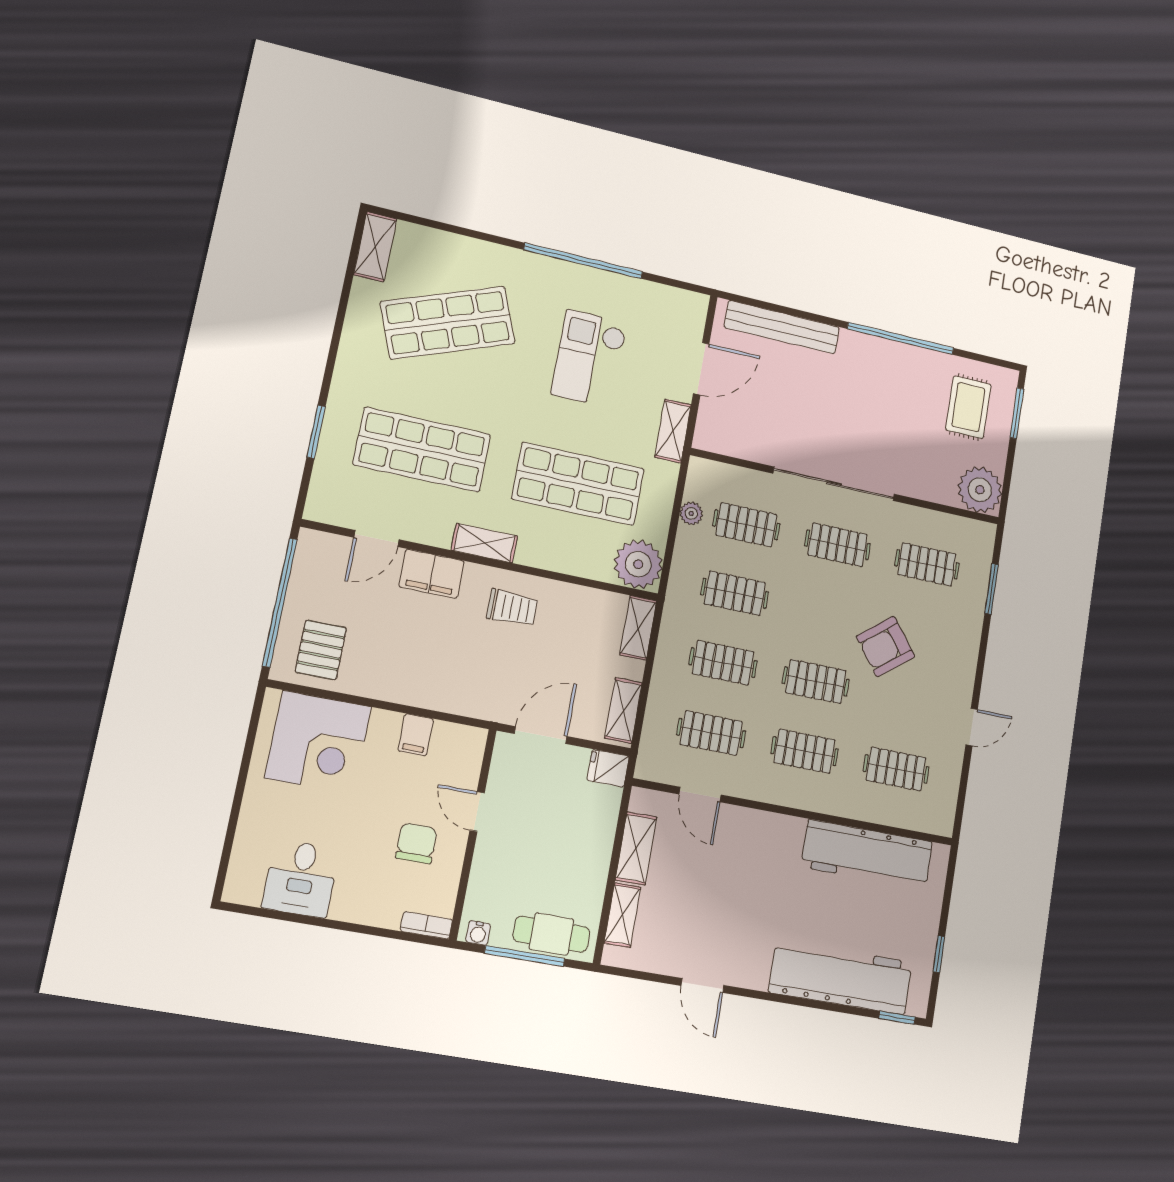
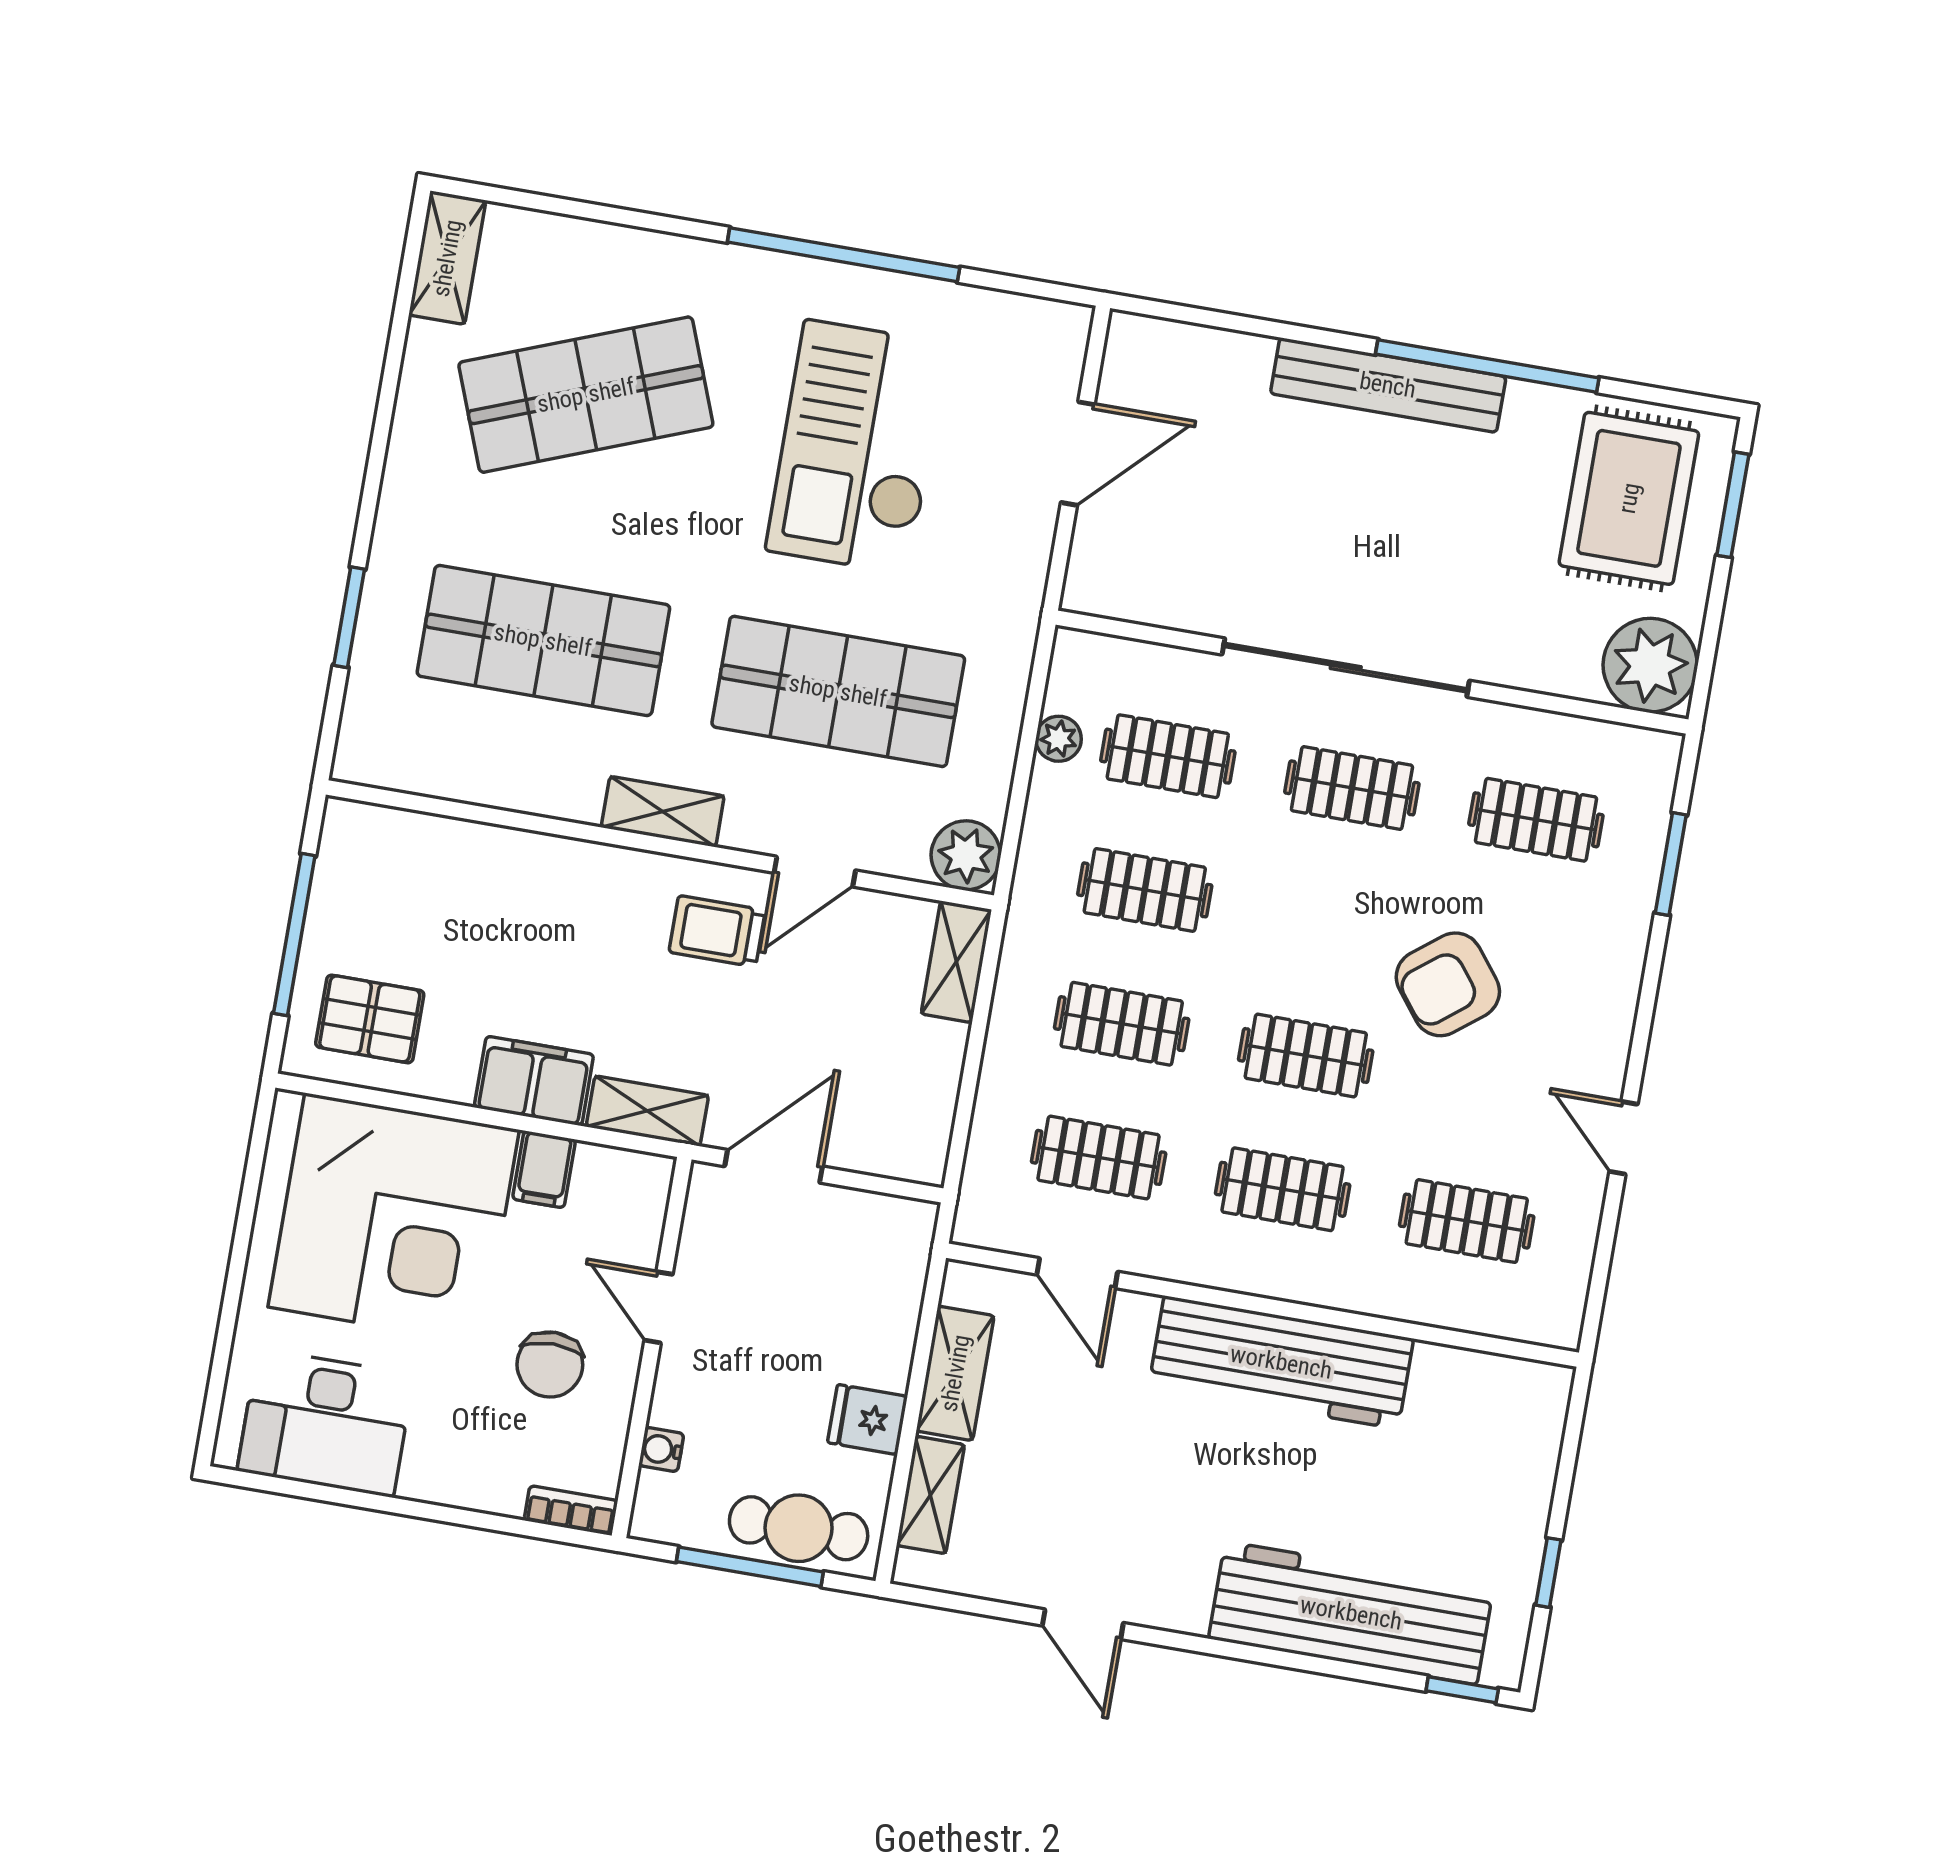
bench: (782, 327) -> (1388, 385), moved
checkout: (589, 359) -> (857, 447), width x1.36, depth x1.21
rug: (968, 407) -> (1629, 498), width x1.36, depth x1.43
shelving: (673, 431) -> (1022, 580), removed
door: (376, 539) -> (815, 872), moved
plant: (638, 564) -> (966, 855), width x0.73, depth x0.73
filing cabinet: (432, 574) -> (534, 1081), moved, turned 180
window: (280, 602) -> (294, 935), width x0.68
trolley: (512, 608) -> (717, 931), turned 180
pallet: (321, 650) -> (370, 1019), turned 90
shelving: (623, 710) -> (647, 1111), moved, turned 90
door: (972, 727) -> (1623, 1138), swing flipped
corner desk: (318, 742) -> (394, 1218), width x1.36, depth x1.36
fridge: (608, 768) -> (868, 1419), moved
chair: (416, 843) -> (550, 1365), turned 180
workbench: (867, 854) -> (1281, 1362), moved
desk: (301, 878) -> (326, 1423), width x1.37
water cooler: (478, 933) -> (661, 1449), moved, turned 90

